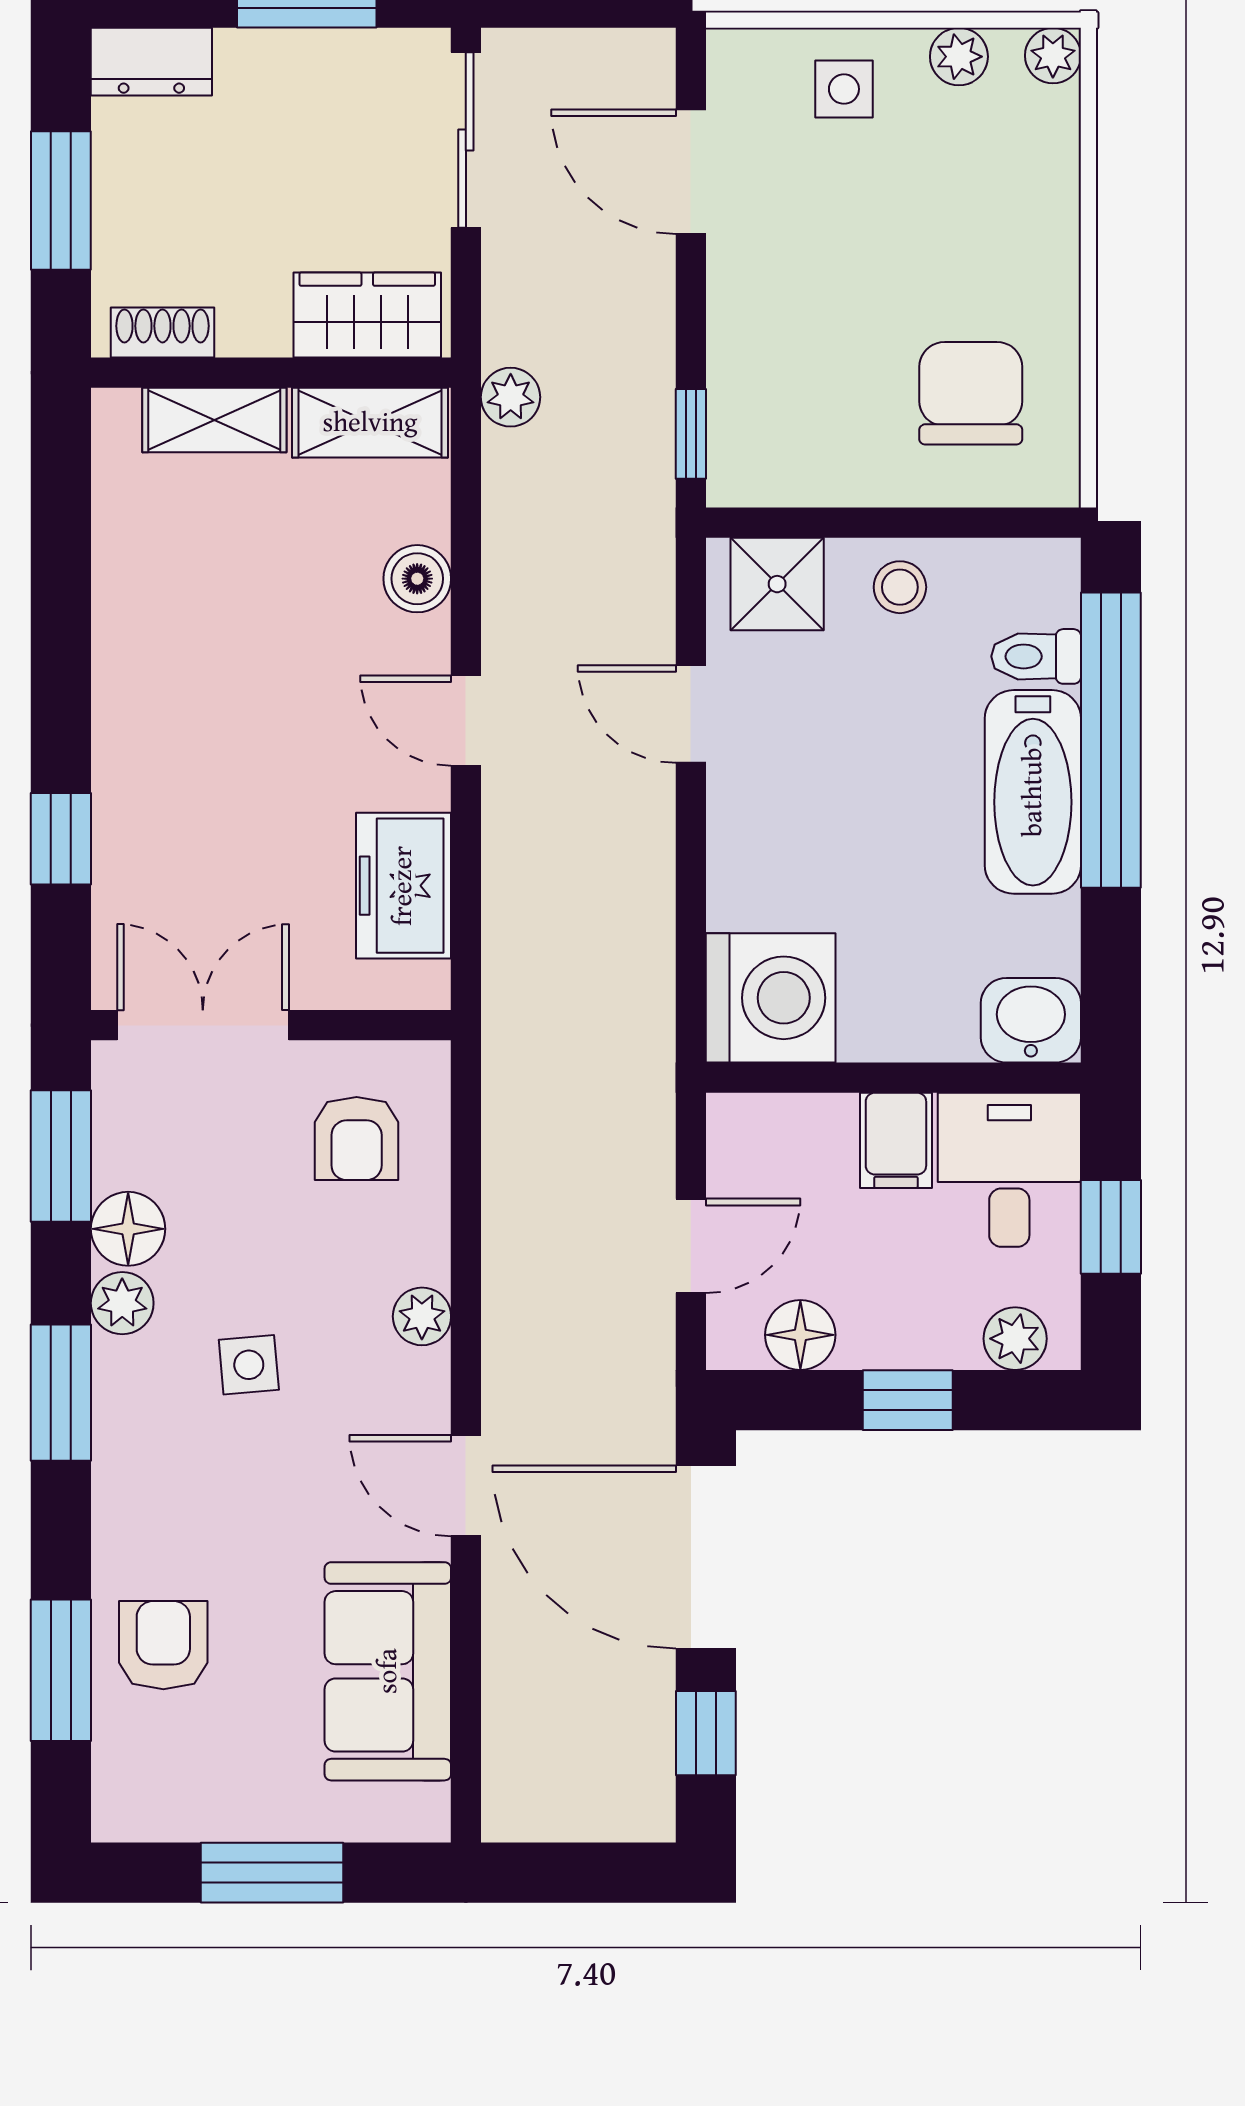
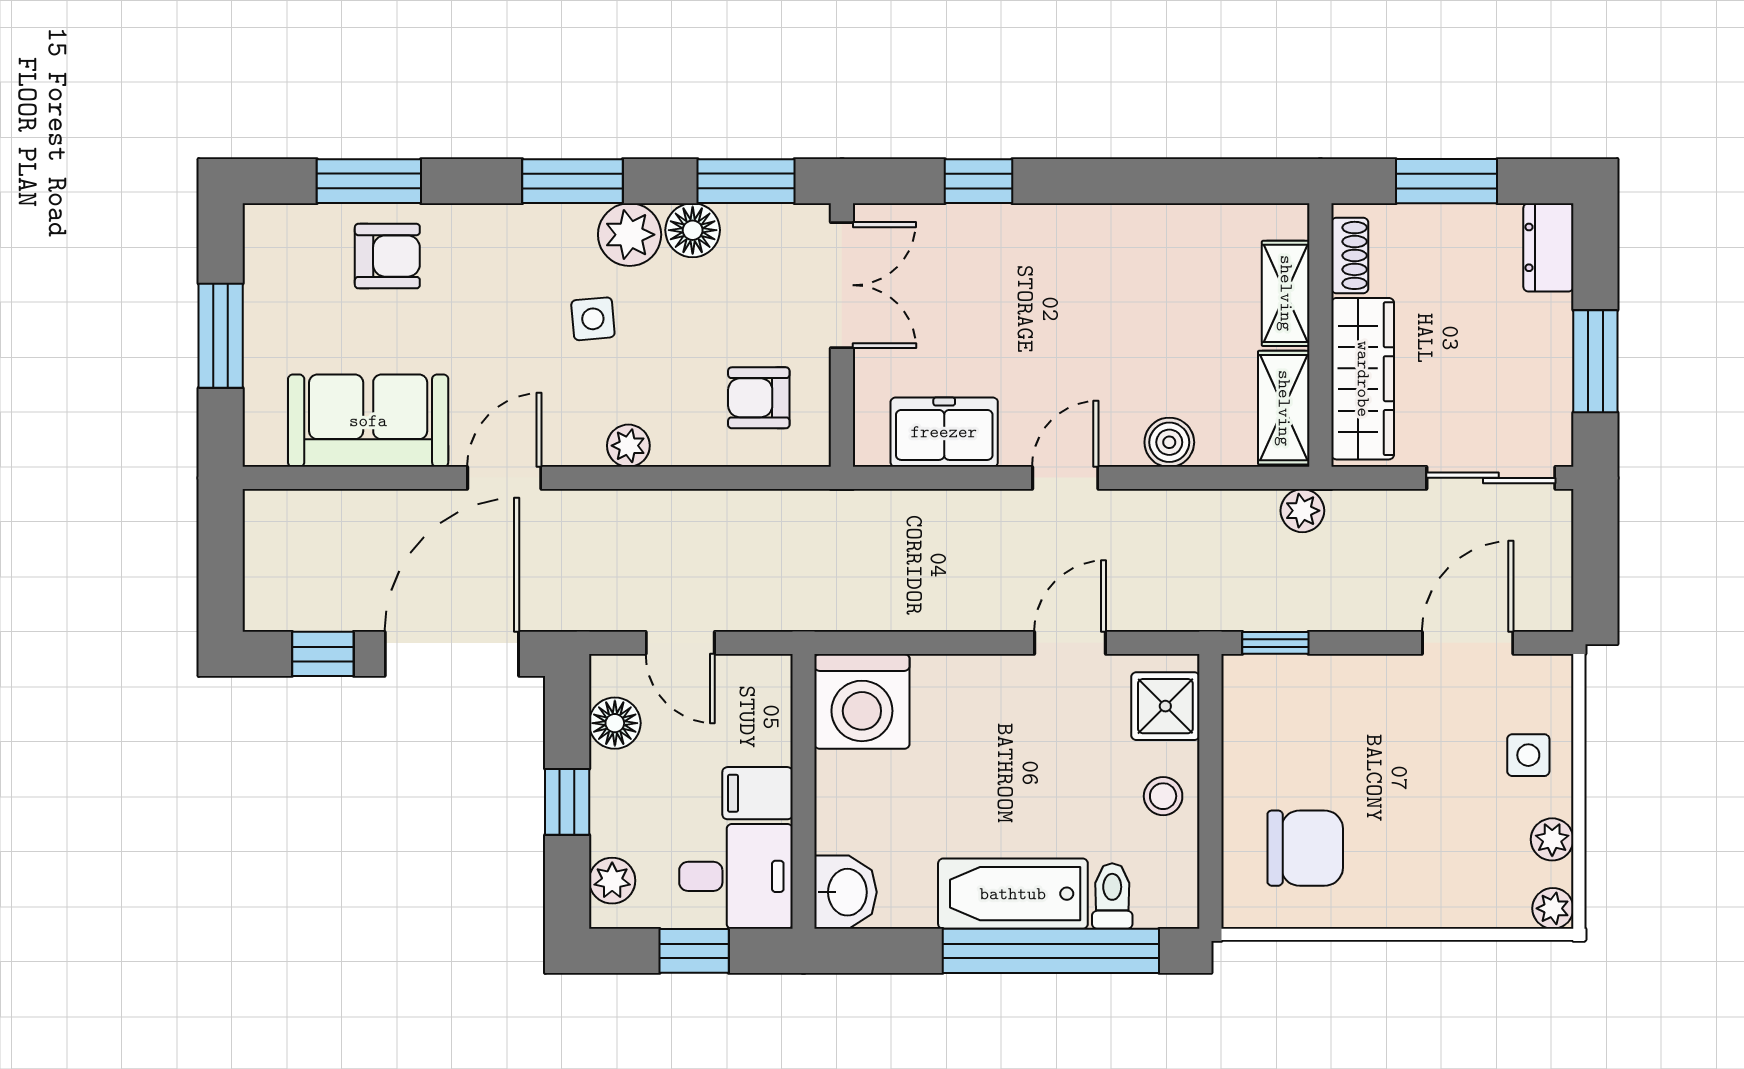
wardrobe: (367, 315) -> (1363, 379), width x1.50
plant: (122, 1303) -> (630, 235), width x1.38, depth x1.38

